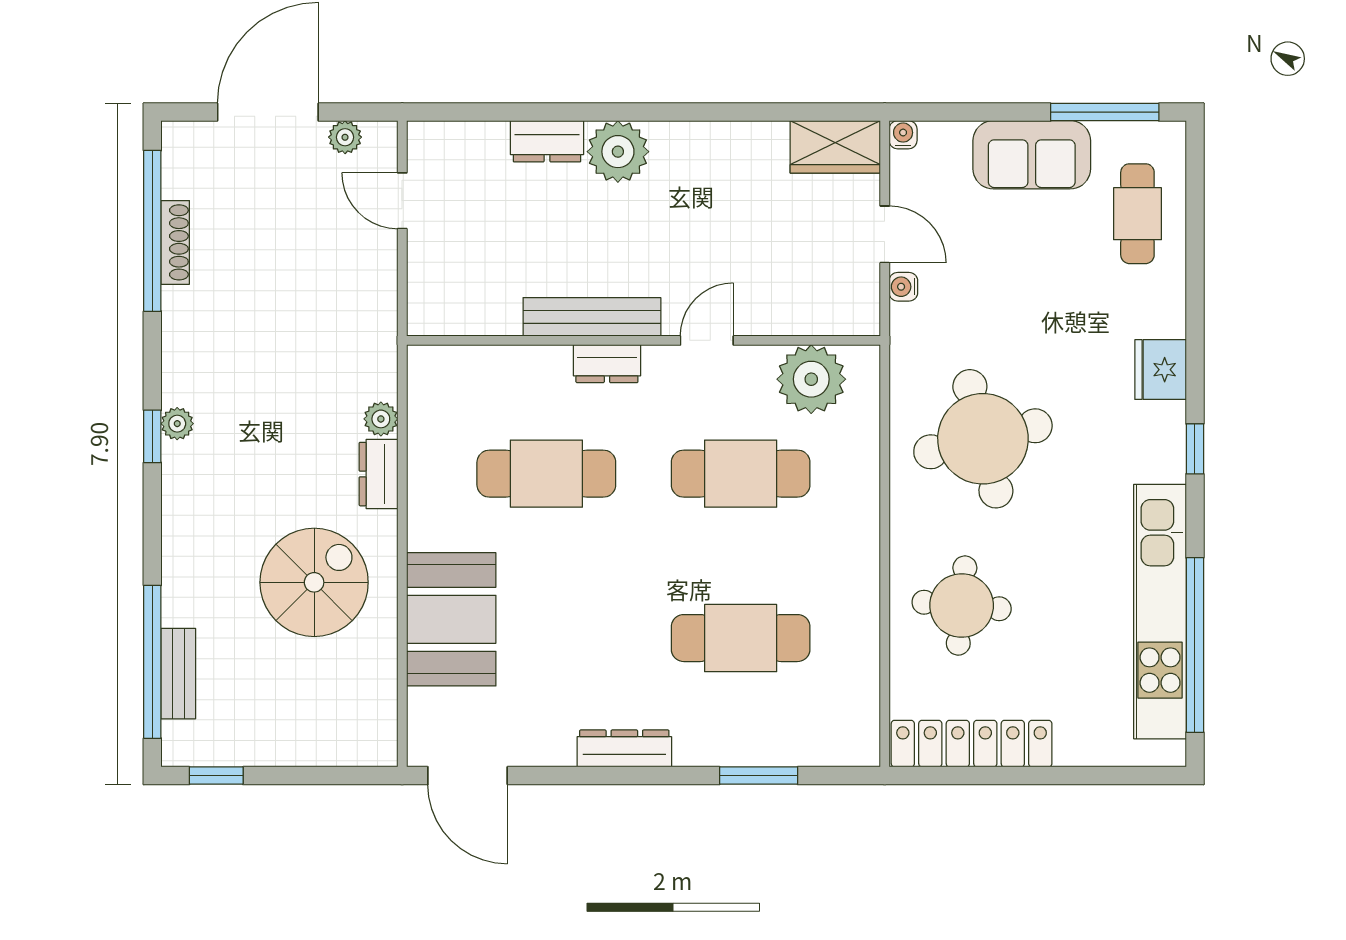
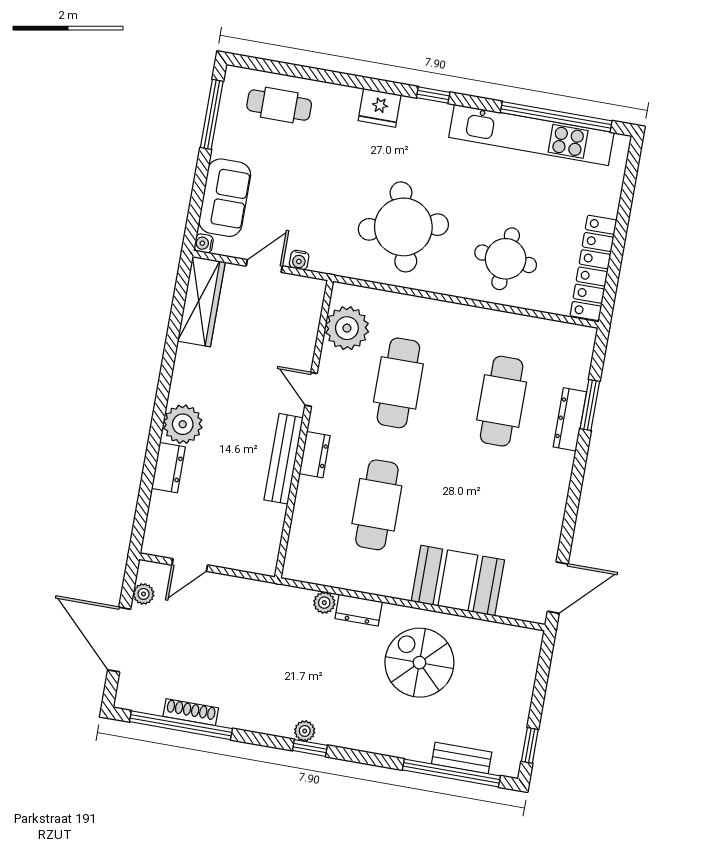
wardrobe: (835, 147) -> (201, 301), width x1.50
sofa: (1032, 155) -> (225, 198), moved
dresser: (624, 748) -> (570, 419), moved

